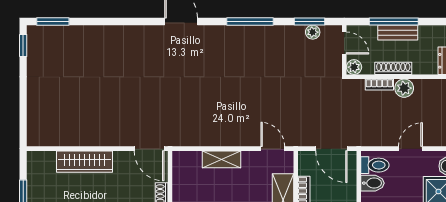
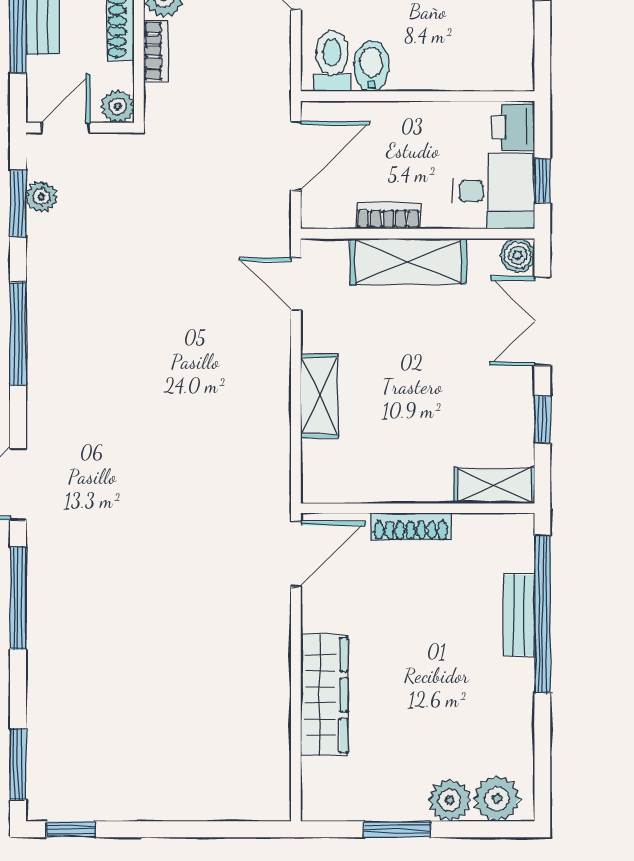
window: (129, 21) -> (18, 598), added
door: (273, 149) -> (296, 284), hinge flipped

